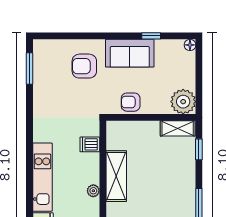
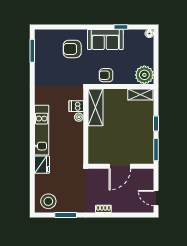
window: (199, 149) -> (156, 124), moved
shelving: (116, 176) -> (96, 107), moved
plant: (93, 191) -> (79, 117), moved

